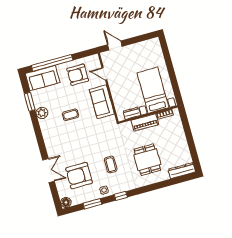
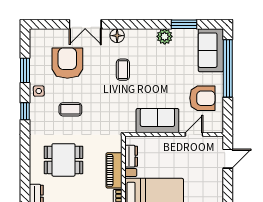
armchair: (78, 75) -> (202, 98), turned 90
coffee table: (71, 115) -> (123, 70), moved
floor lamp: (66, 202) -> (117, 36), moved

